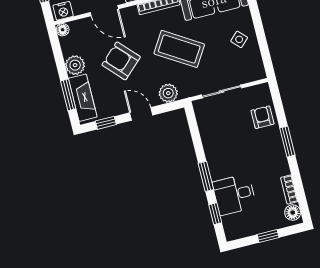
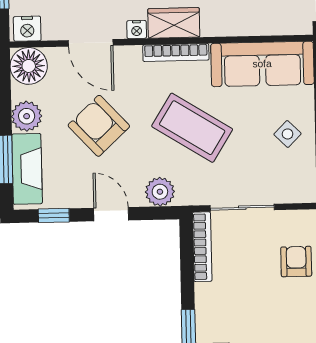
floor lamp: (63, 30) -> (29, 66), width x1.89, depth x1.89
bookcase: (202, 121) -> (202, 247), added

